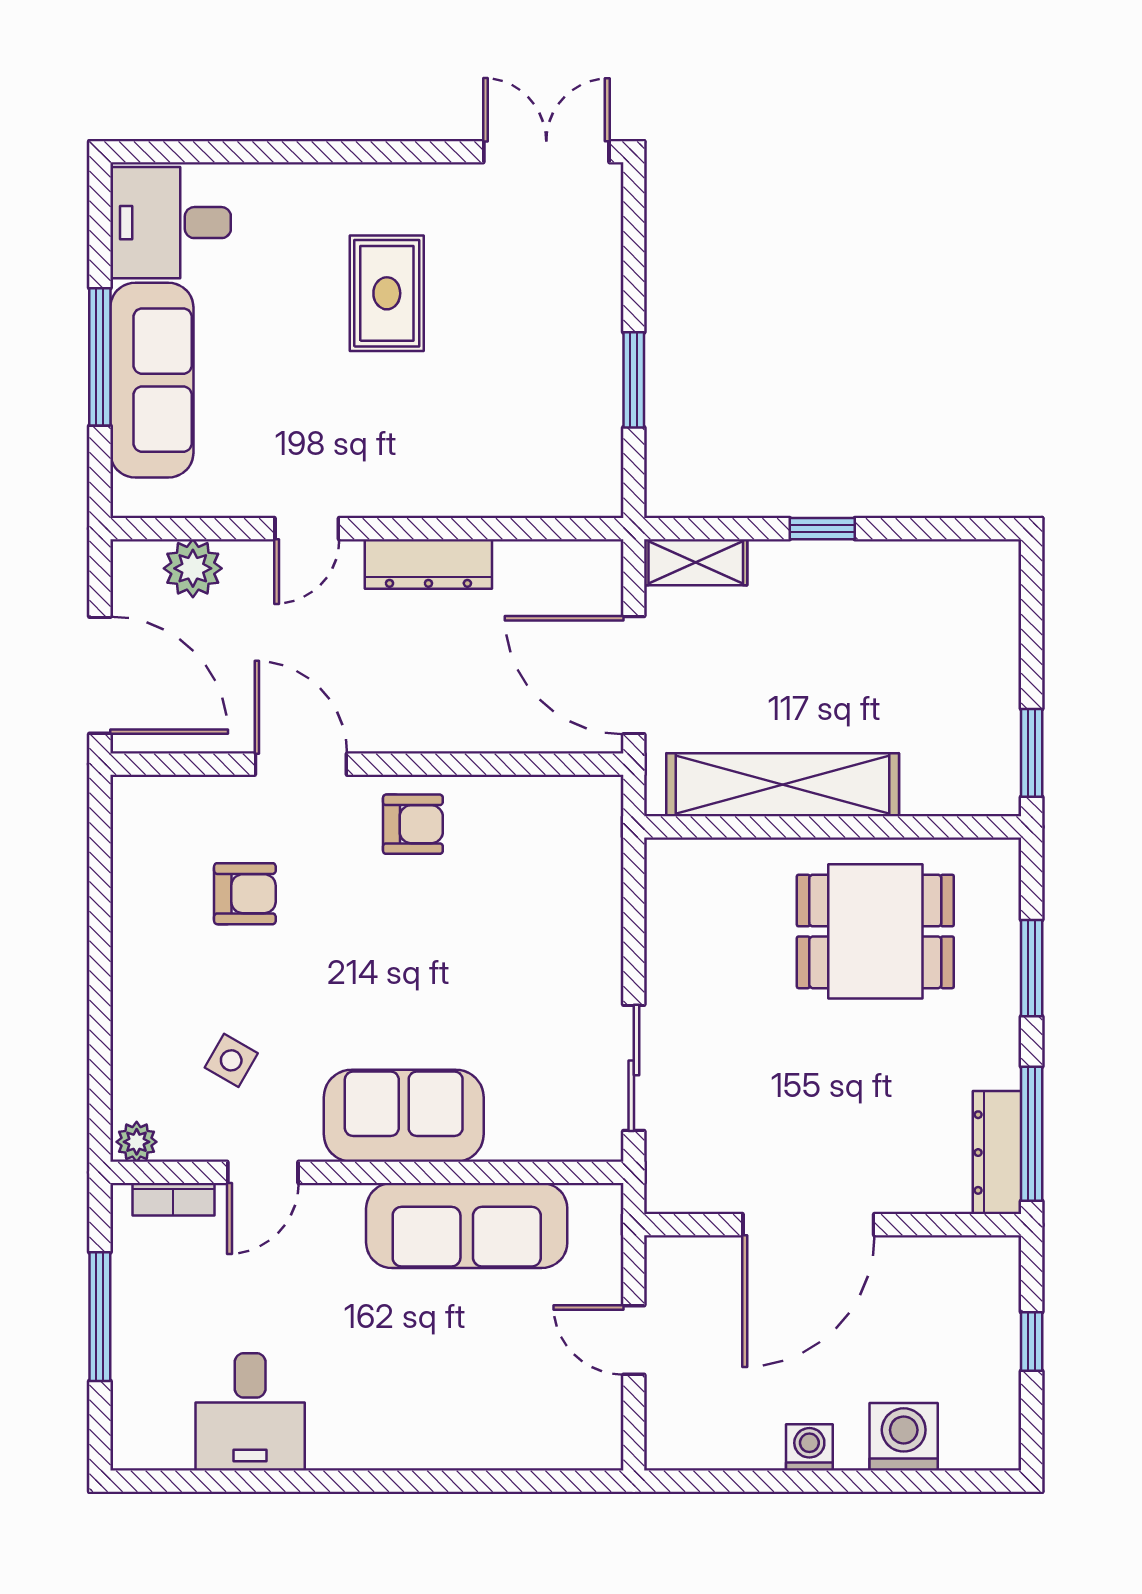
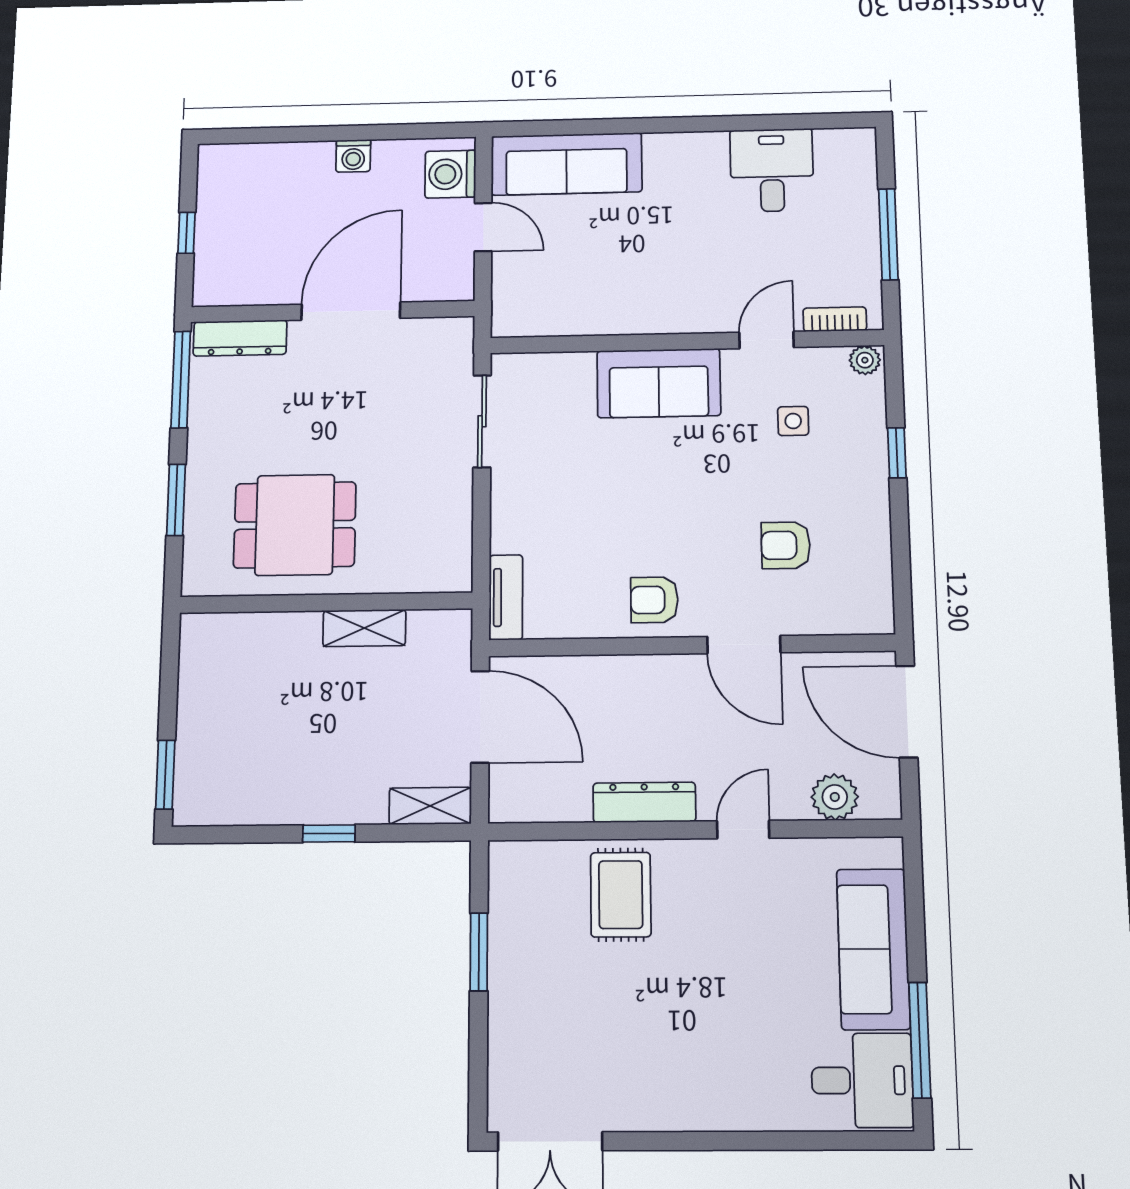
rug: (387, 293) -> (621, 895), moved
window: (100, 357) -> (920, 1040), moved
window: (1032, 753) -> (165, 775), moved
shelving: (783, 785) -> (364, 628), width x0.45, depth x0.75
tv unit: (602, 830) -> (506, 597), added
window: (100, 1015) -> (897, 453), added
side table: (231, 1060) -> (793, 421), turned -30
dresser: (997, 1153) -> (240, 338), moved, turned 90
sofa: (467, 1226) -> (566, 164), moved, turned 180
washing machine: (904, 1437) -> (450, 174), moved, turned 90

